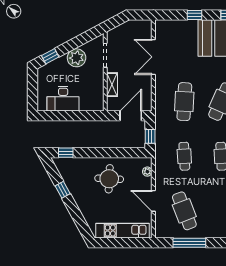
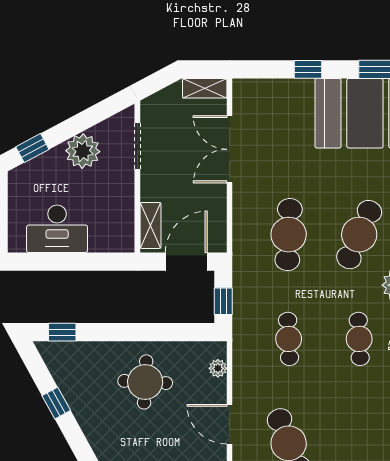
shelving: (140, 25) -> (205, 88), added
shelving: (112, 85) -> (151, 225), moved

